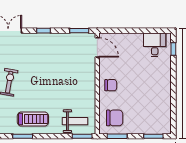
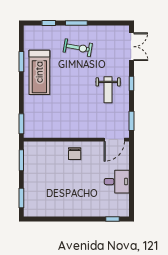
desk: (155, 45) -> (117, 182), moved
chair: (115, 118) -> (40, 158), removed
treadmill: (33, 119) -> (39, 72), width x1.37, depth x1.38
weight bench: (75, 121) -> (108, 90), moved

